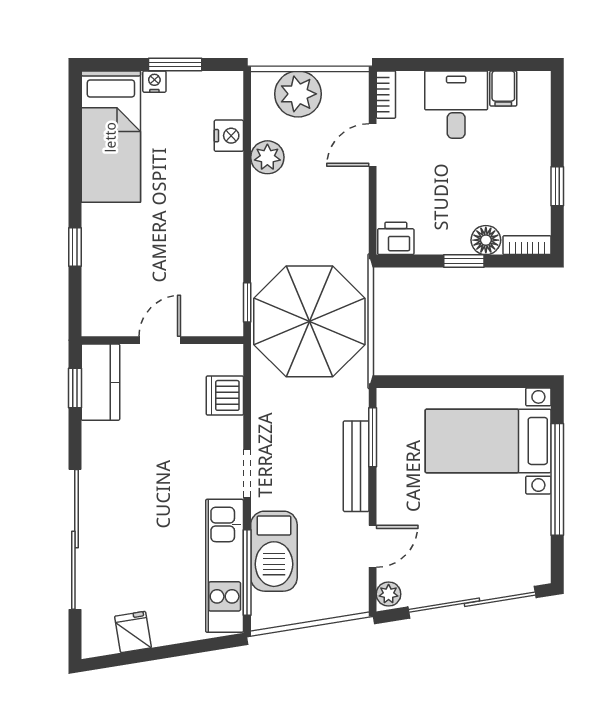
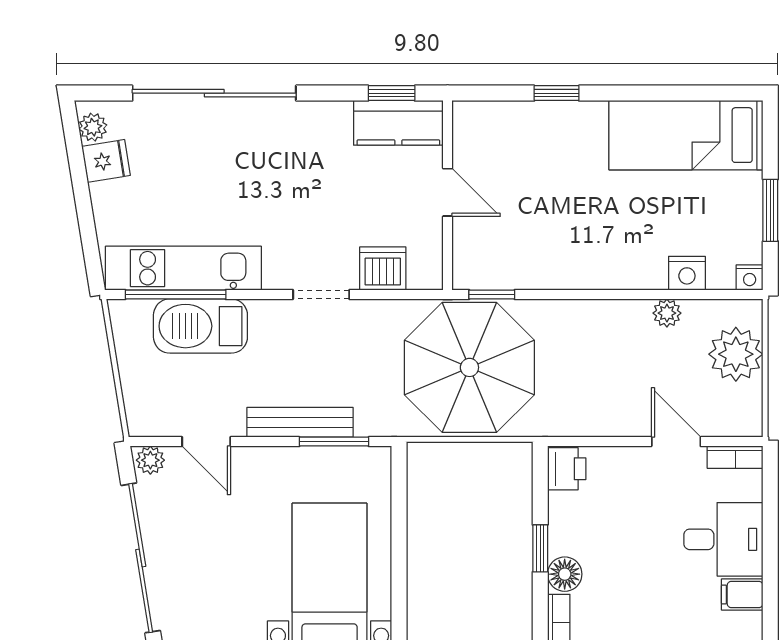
nightstand: (154, 82) -> (750, 277), moved, turned 90
plant: (267, 157) -> (667, 313), width x0.73, depth x0.73
doorway: (247, 473) -> (321, 295), moved
plant: (104, 643) -> (93, 127), added

